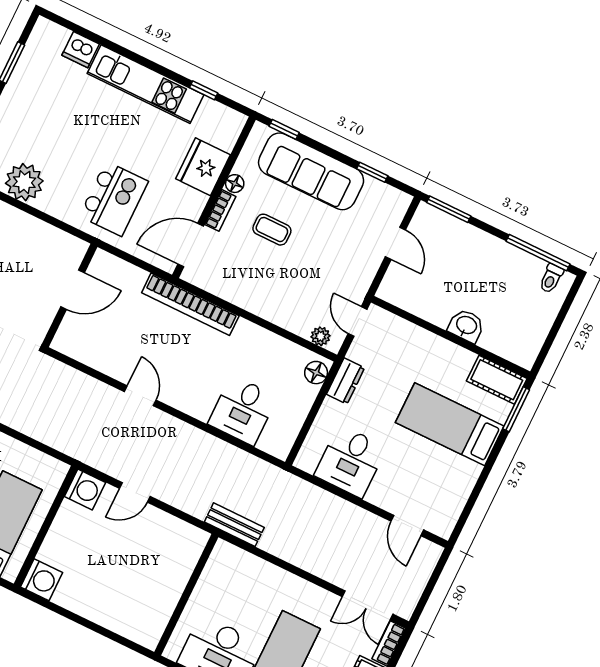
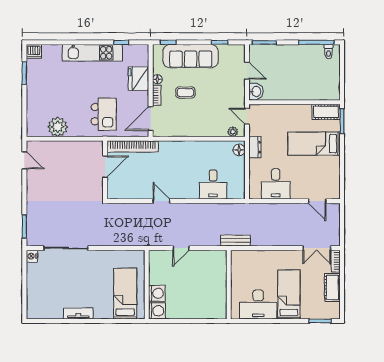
dishwasher: (81, 50) -> (34, 51), moved
bookcase: (190, 304) -> (133, 146), moved
washbasin: (466, 326) -> (256, 91), moved, turned 90
washing machine: (85, 489) -> (157, 293), moved

